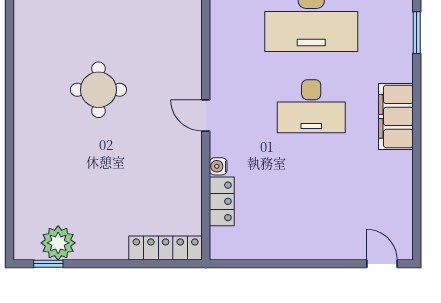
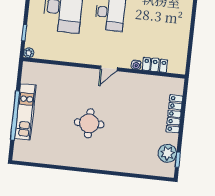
locker: (166, 248) -> (174, 114), moved

